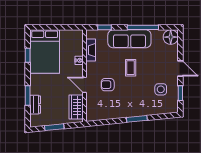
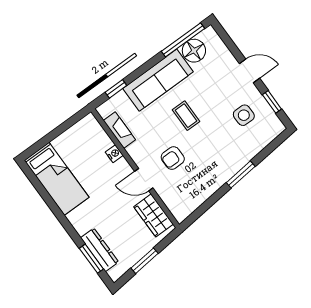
window: (143, 27) -> (183, 40), moved
floor lamp: (171, 37) -> (194, 51), moved
bed: (45, 52) -> (57, 179), width x0.67
window: (28, 55) -> (45, 195), removed
window: (28, 95) -> (91, 259), moved
dresser: (35, 105) -> (100, 250), width x1.44

